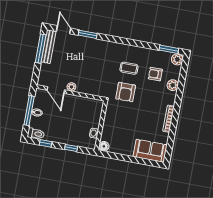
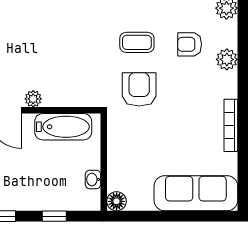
armchair: (126, 92) -> (139, 89), turned 180
bathtub: (84, 104) -> (63, 127), added
sofa: (150, 151) -> (196, 193), width x1.36

